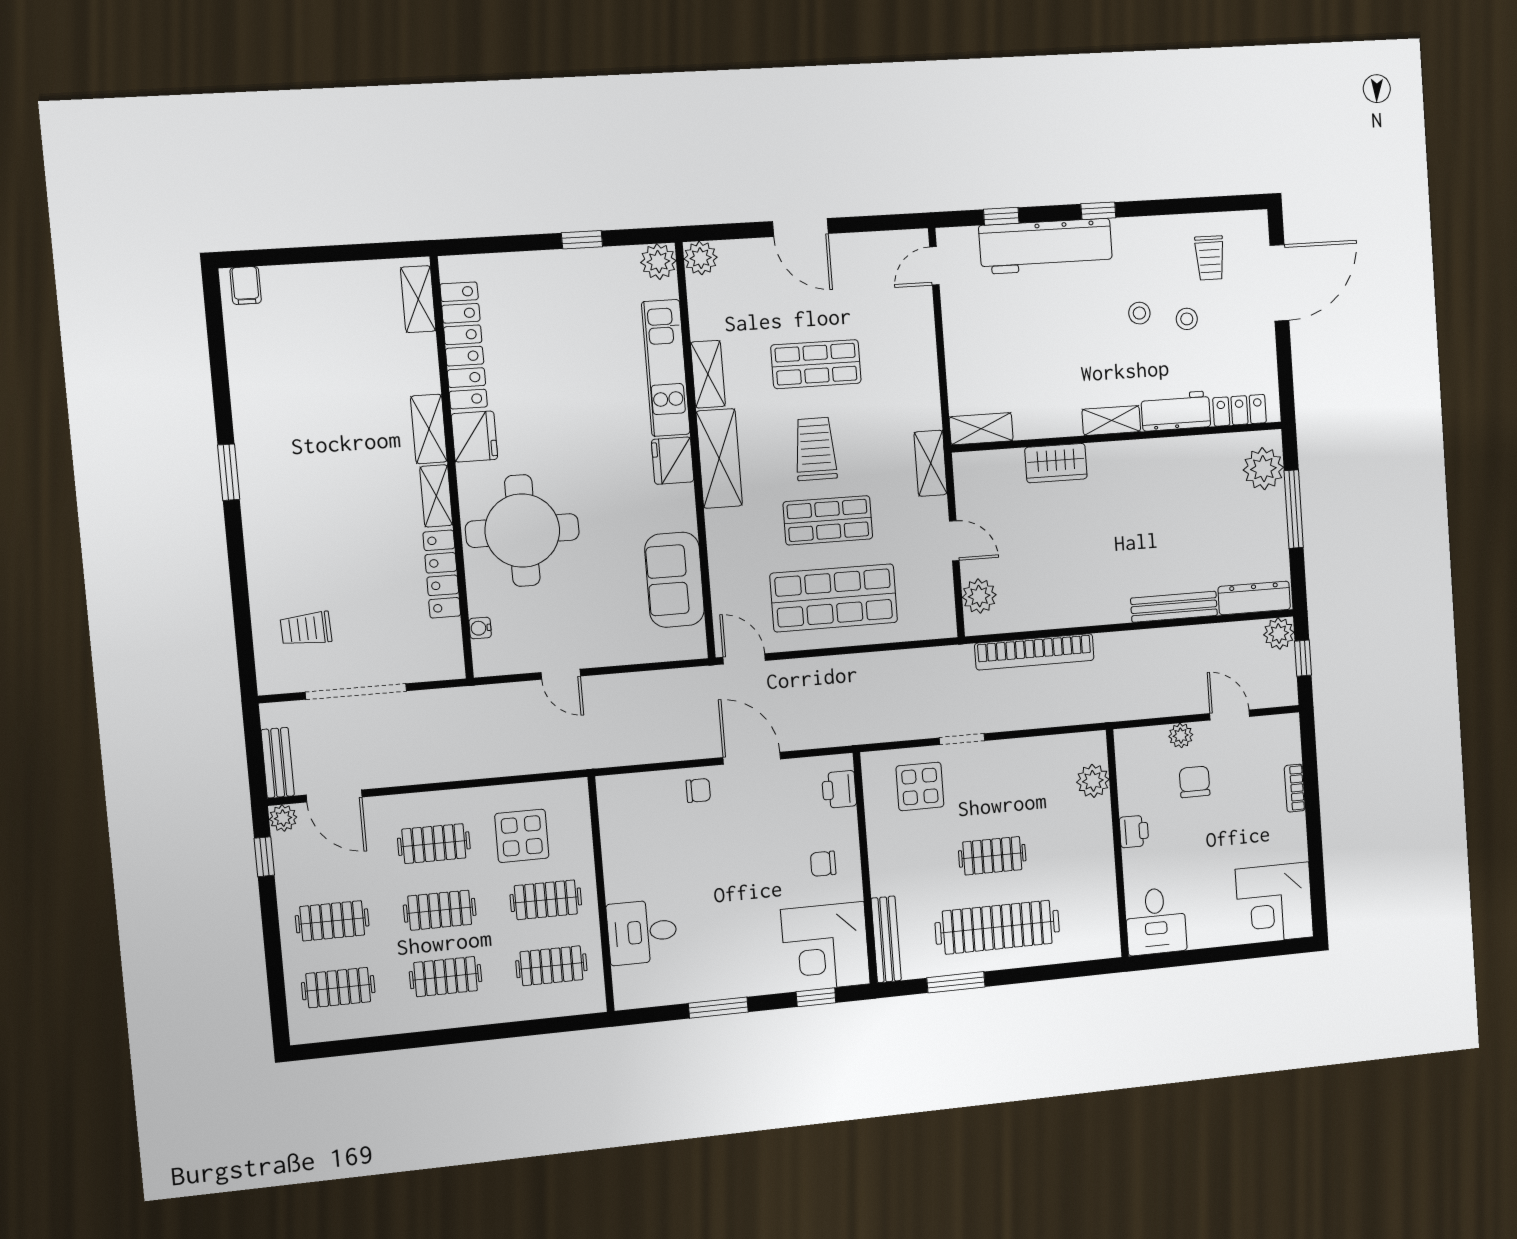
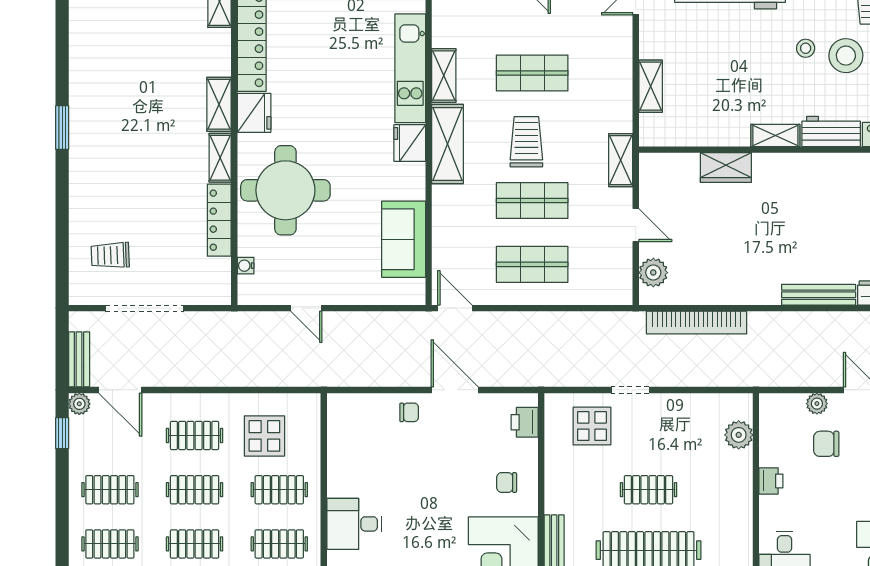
stool: (1187, 319) -> (846, 56), width x1.89, depth x1.89
shelving: (981, 429) -> (651, 86), moved, turned 90
shop shelf: (834, 598) -> (532, 264), width x0.70, depth x0.74
chair: (1195, 782) -> (826, 444), turned -90

